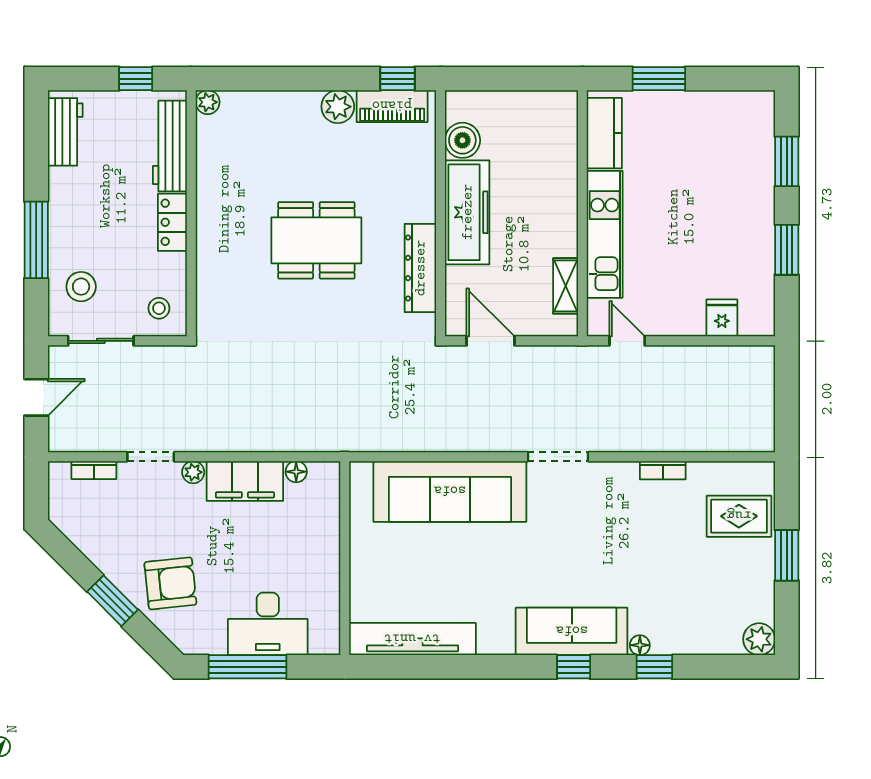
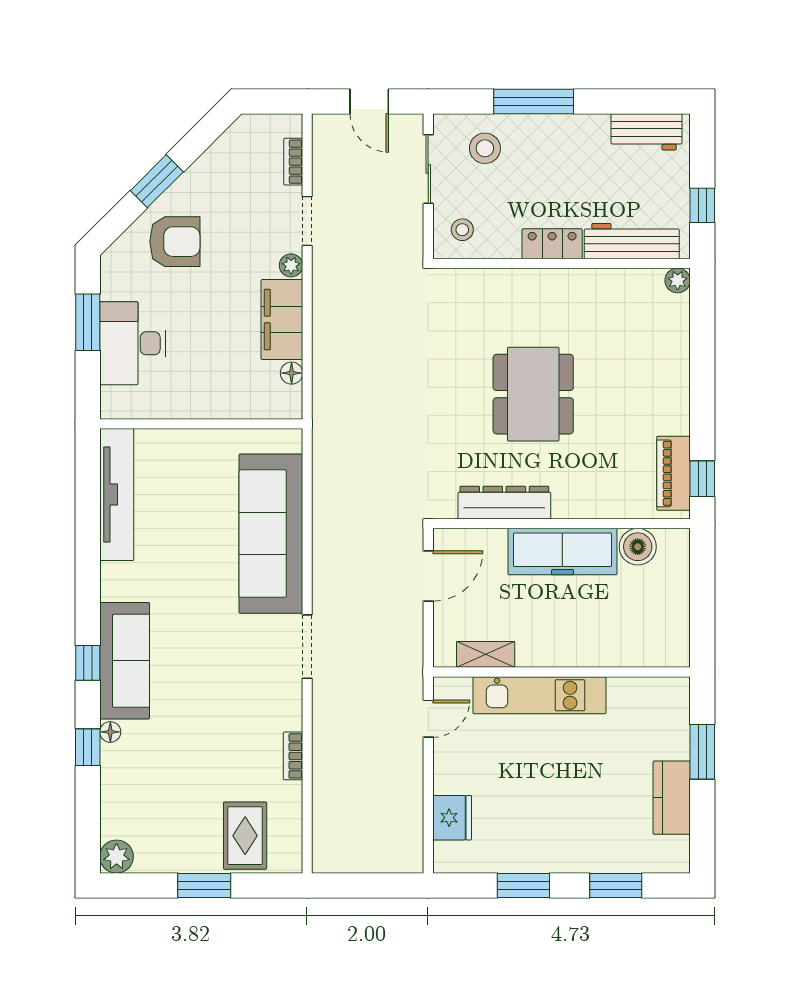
plant: (338, 107) -> (673, 416), removed
kitchen counter: (604, 133) -> (672, 798), moved, turned 90
fridge: (722, 318) -> (452, 818), width x1.38
armchair: (170, 583) -> (175, 242), turned -84
window: (248, 667) -> (88, 322), width x0.69

